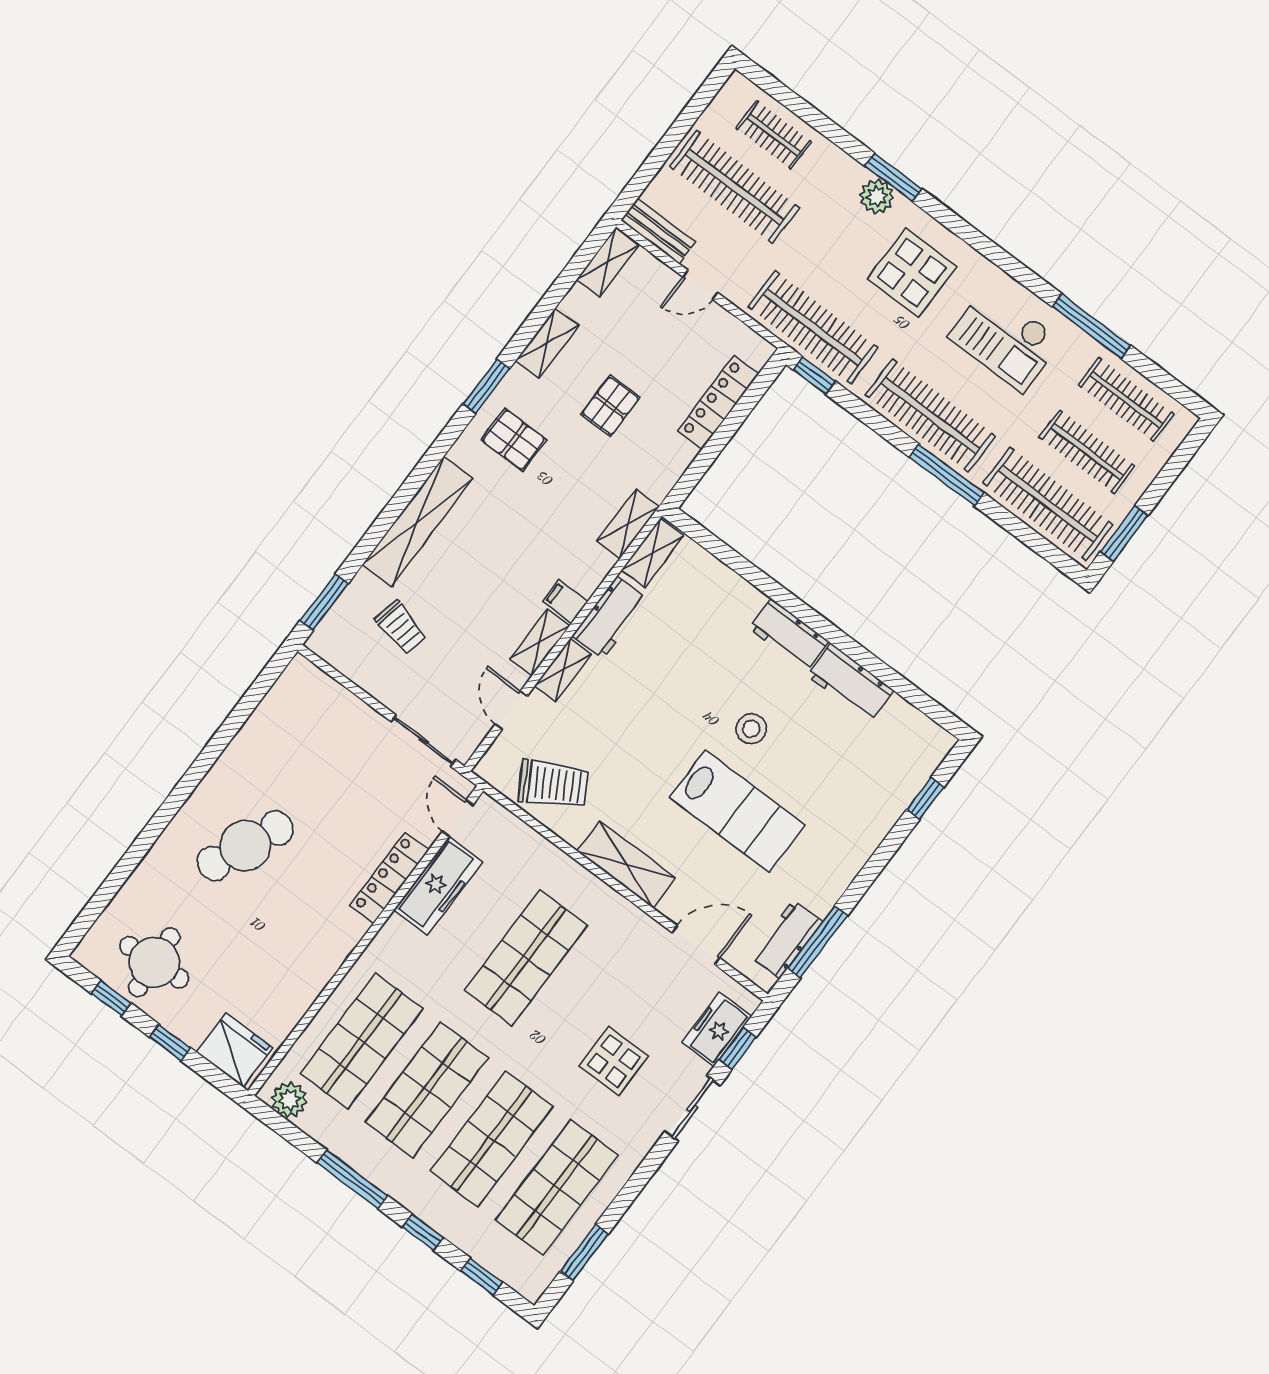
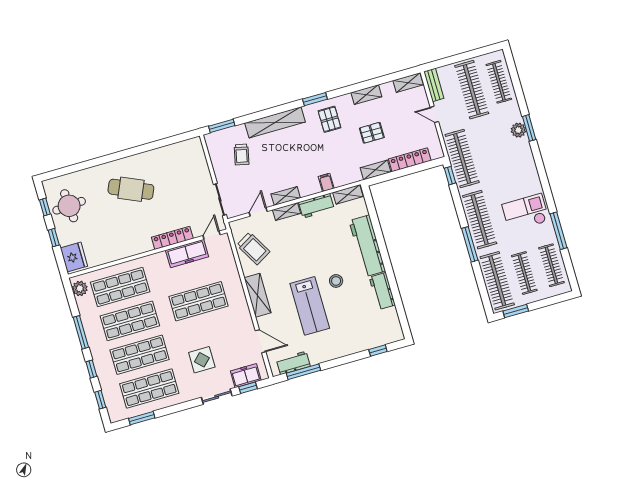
clothes rail: (774, 135) -> (499, 82), width x1.36
display table: (912, 273) -> (511, 165), removed
checkout: (1005, 339) -> (525, 213), turned 90
window: (486, 386) -> (315, 99), moved
shelving: (628, 524) -> (376, 170), moved
filing cabinet: (565, 601) -> (326, 182), moved
workbench: (789, 635) -> (367, 246), width x1.87, depth x1.32

